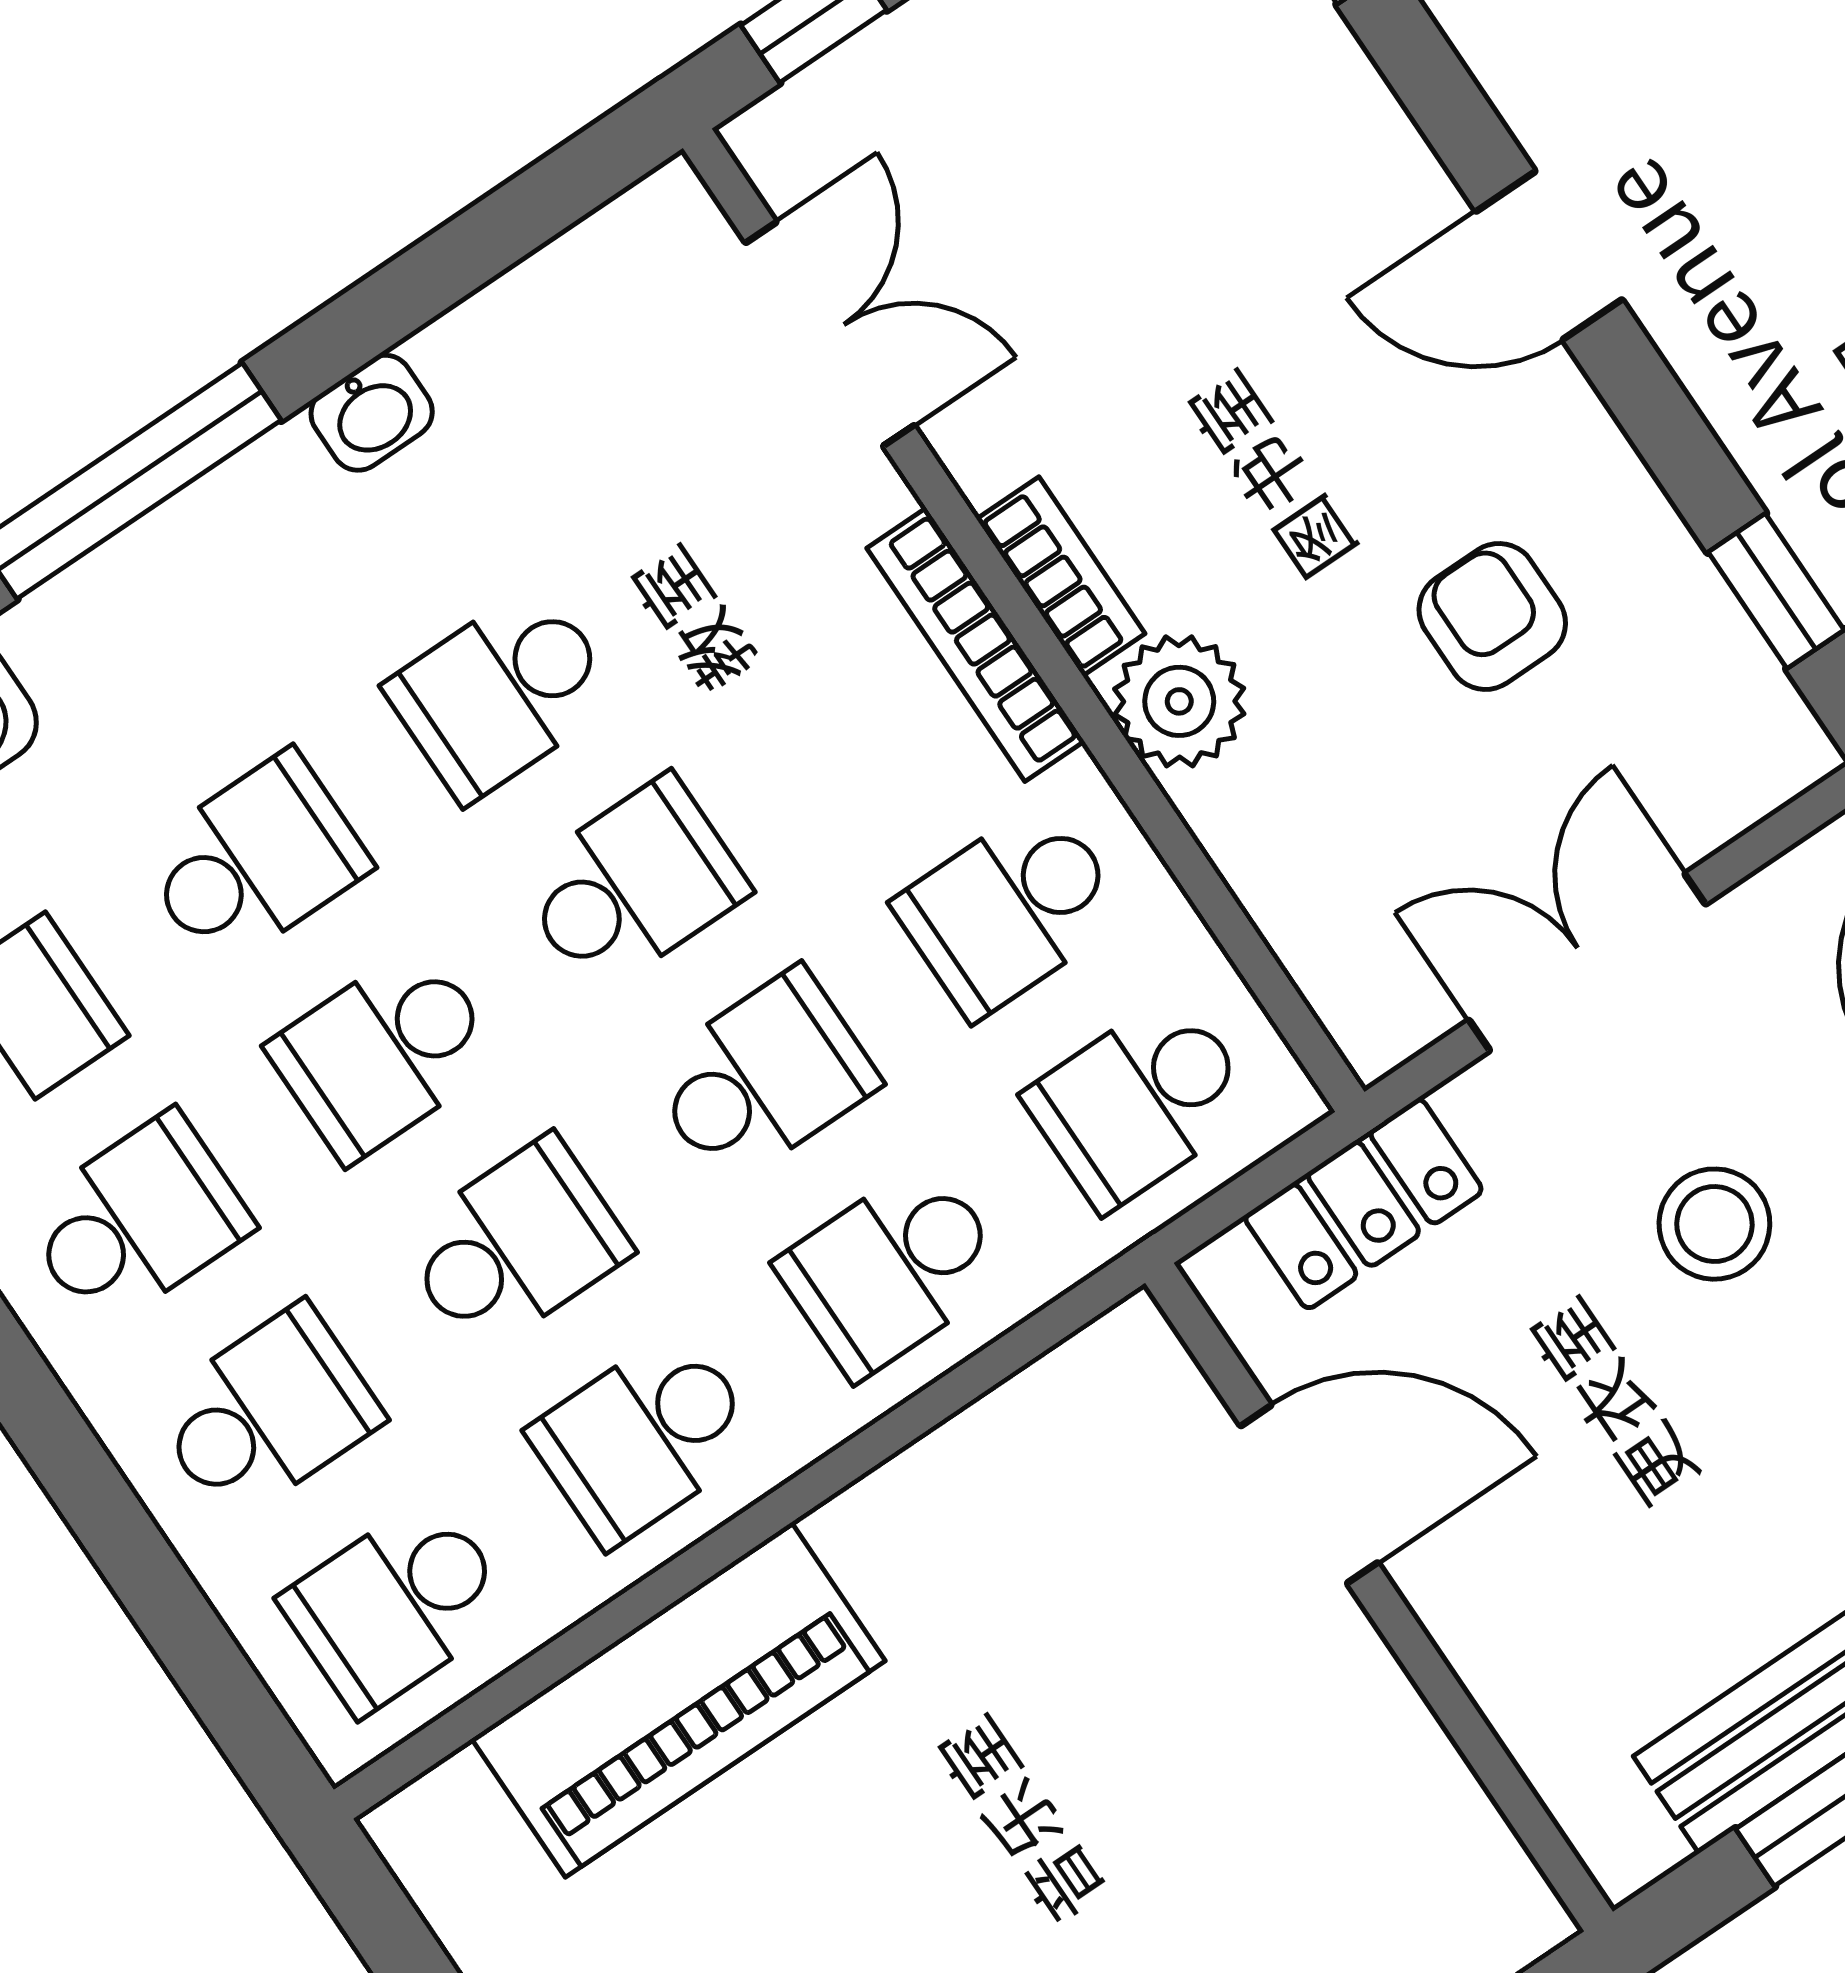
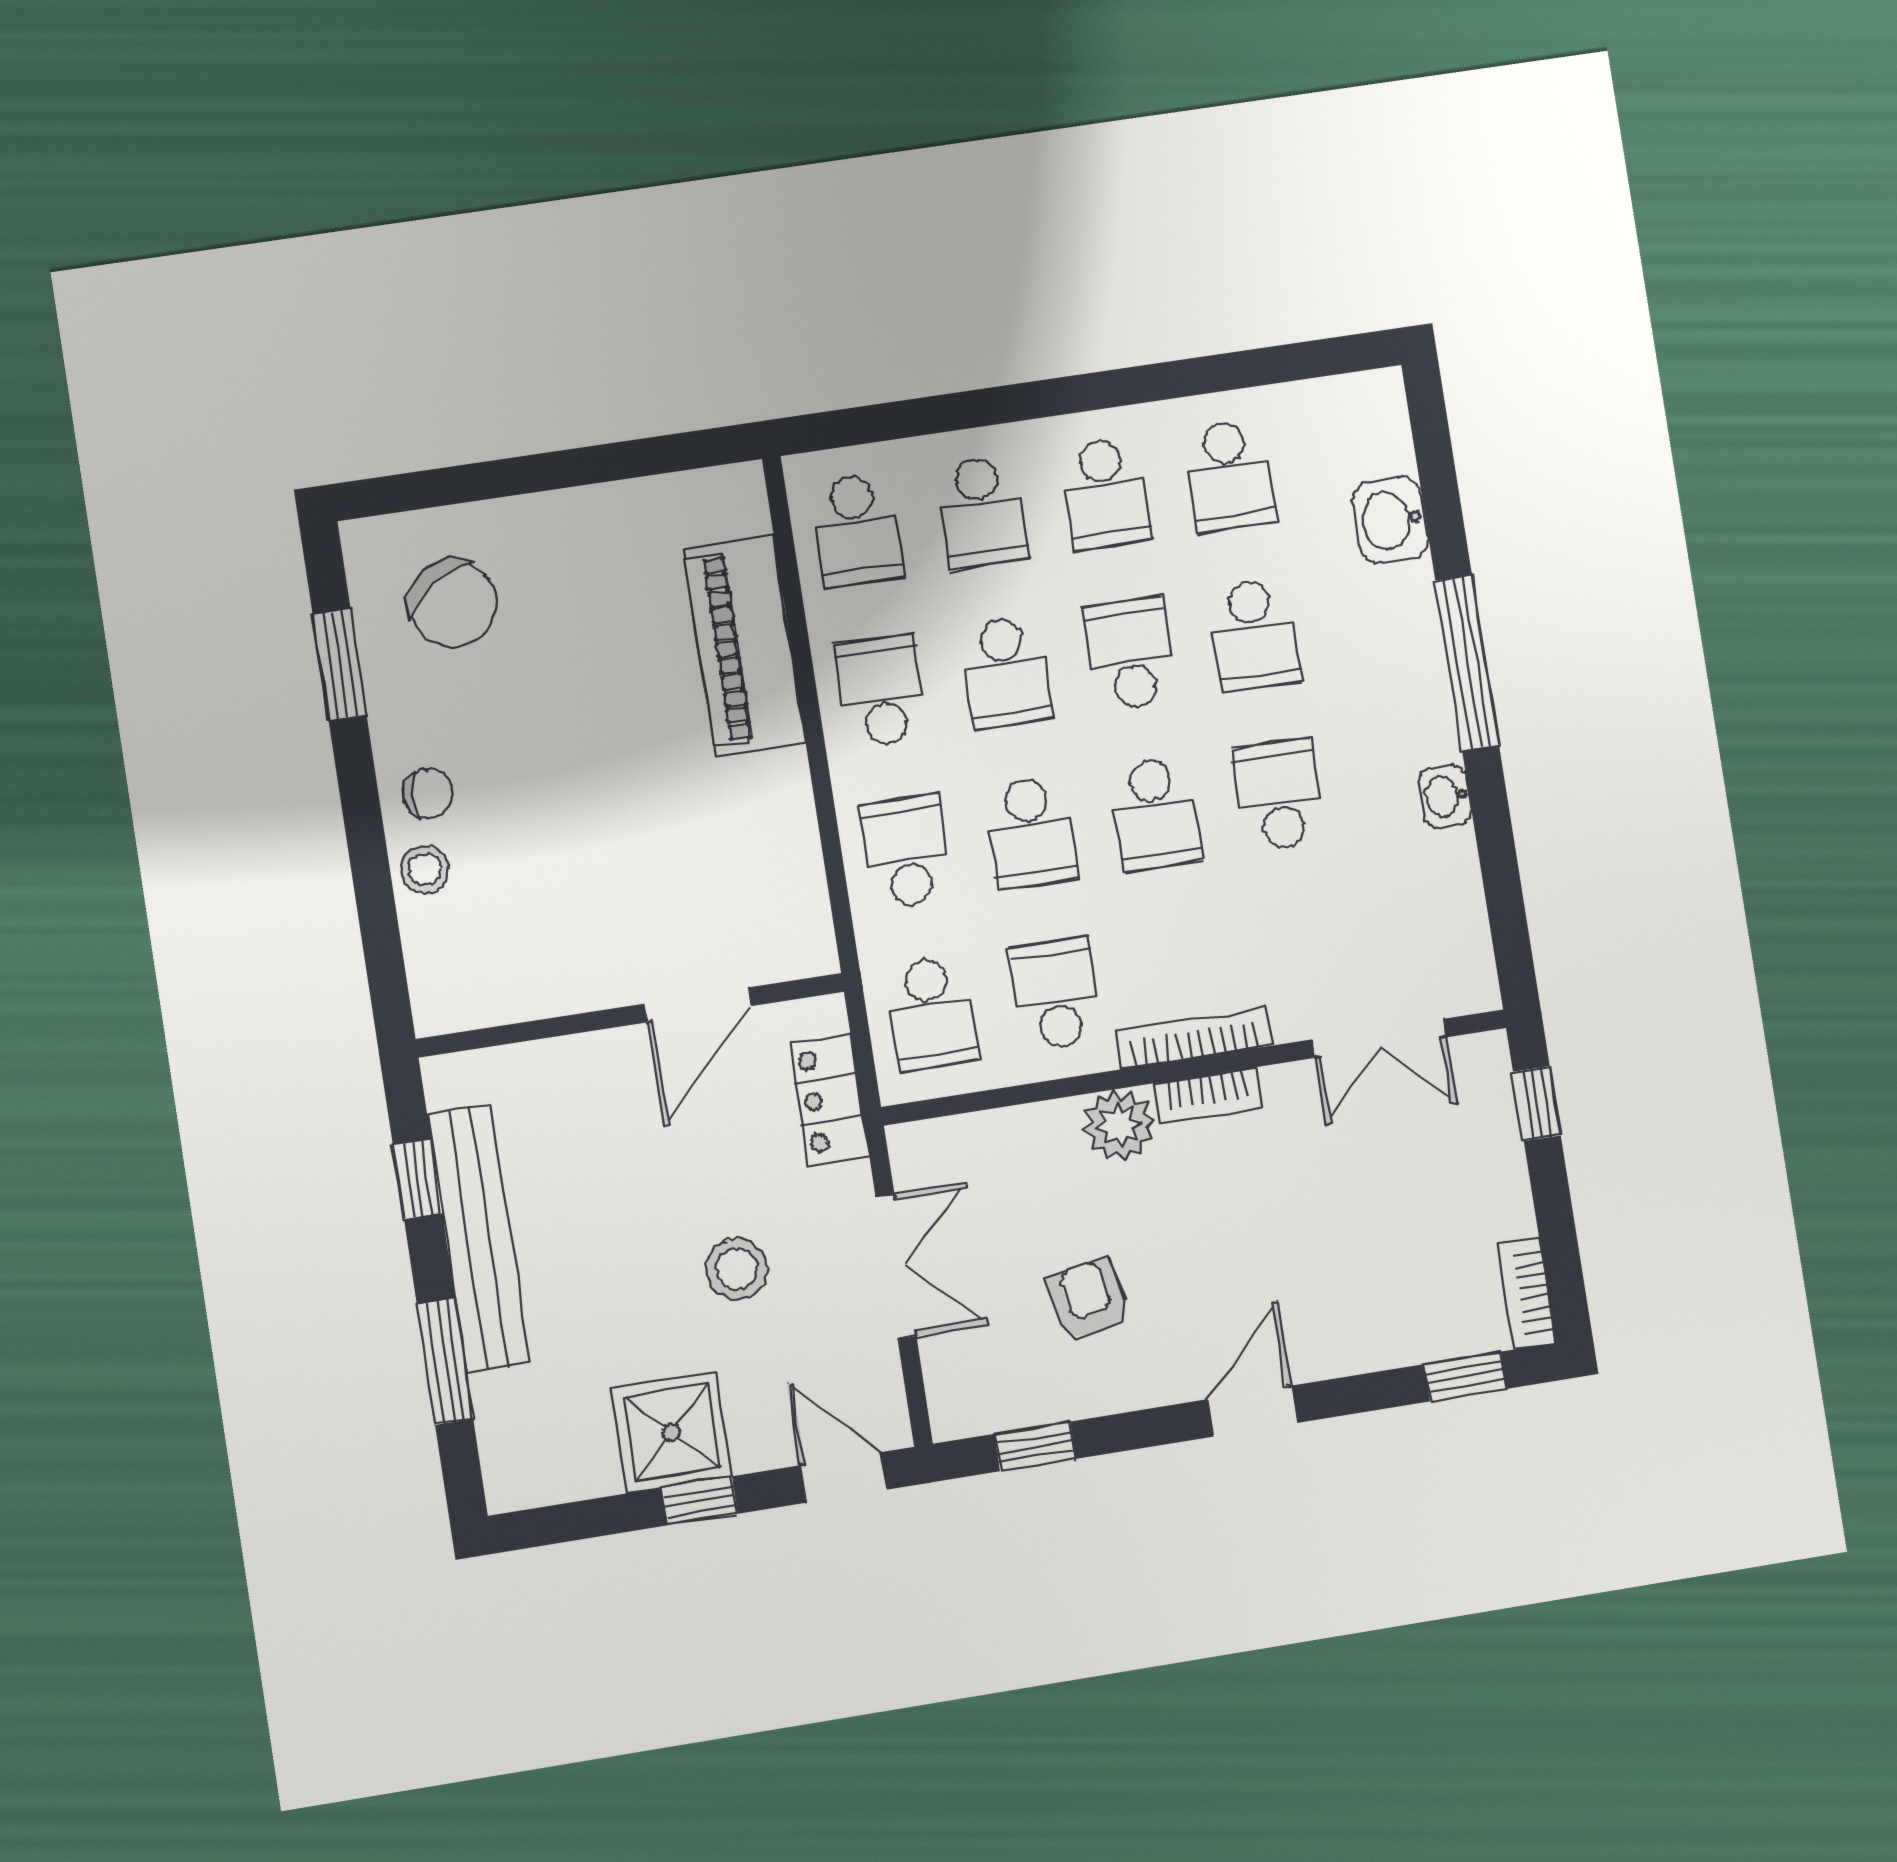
armchair: (1492, 616) -> (1088, 1300), turned -101
school desk: (1140, 1102) -> (931, 1013), turned 180
school desk: (397, 1605) -> (857, 530), turned 180

